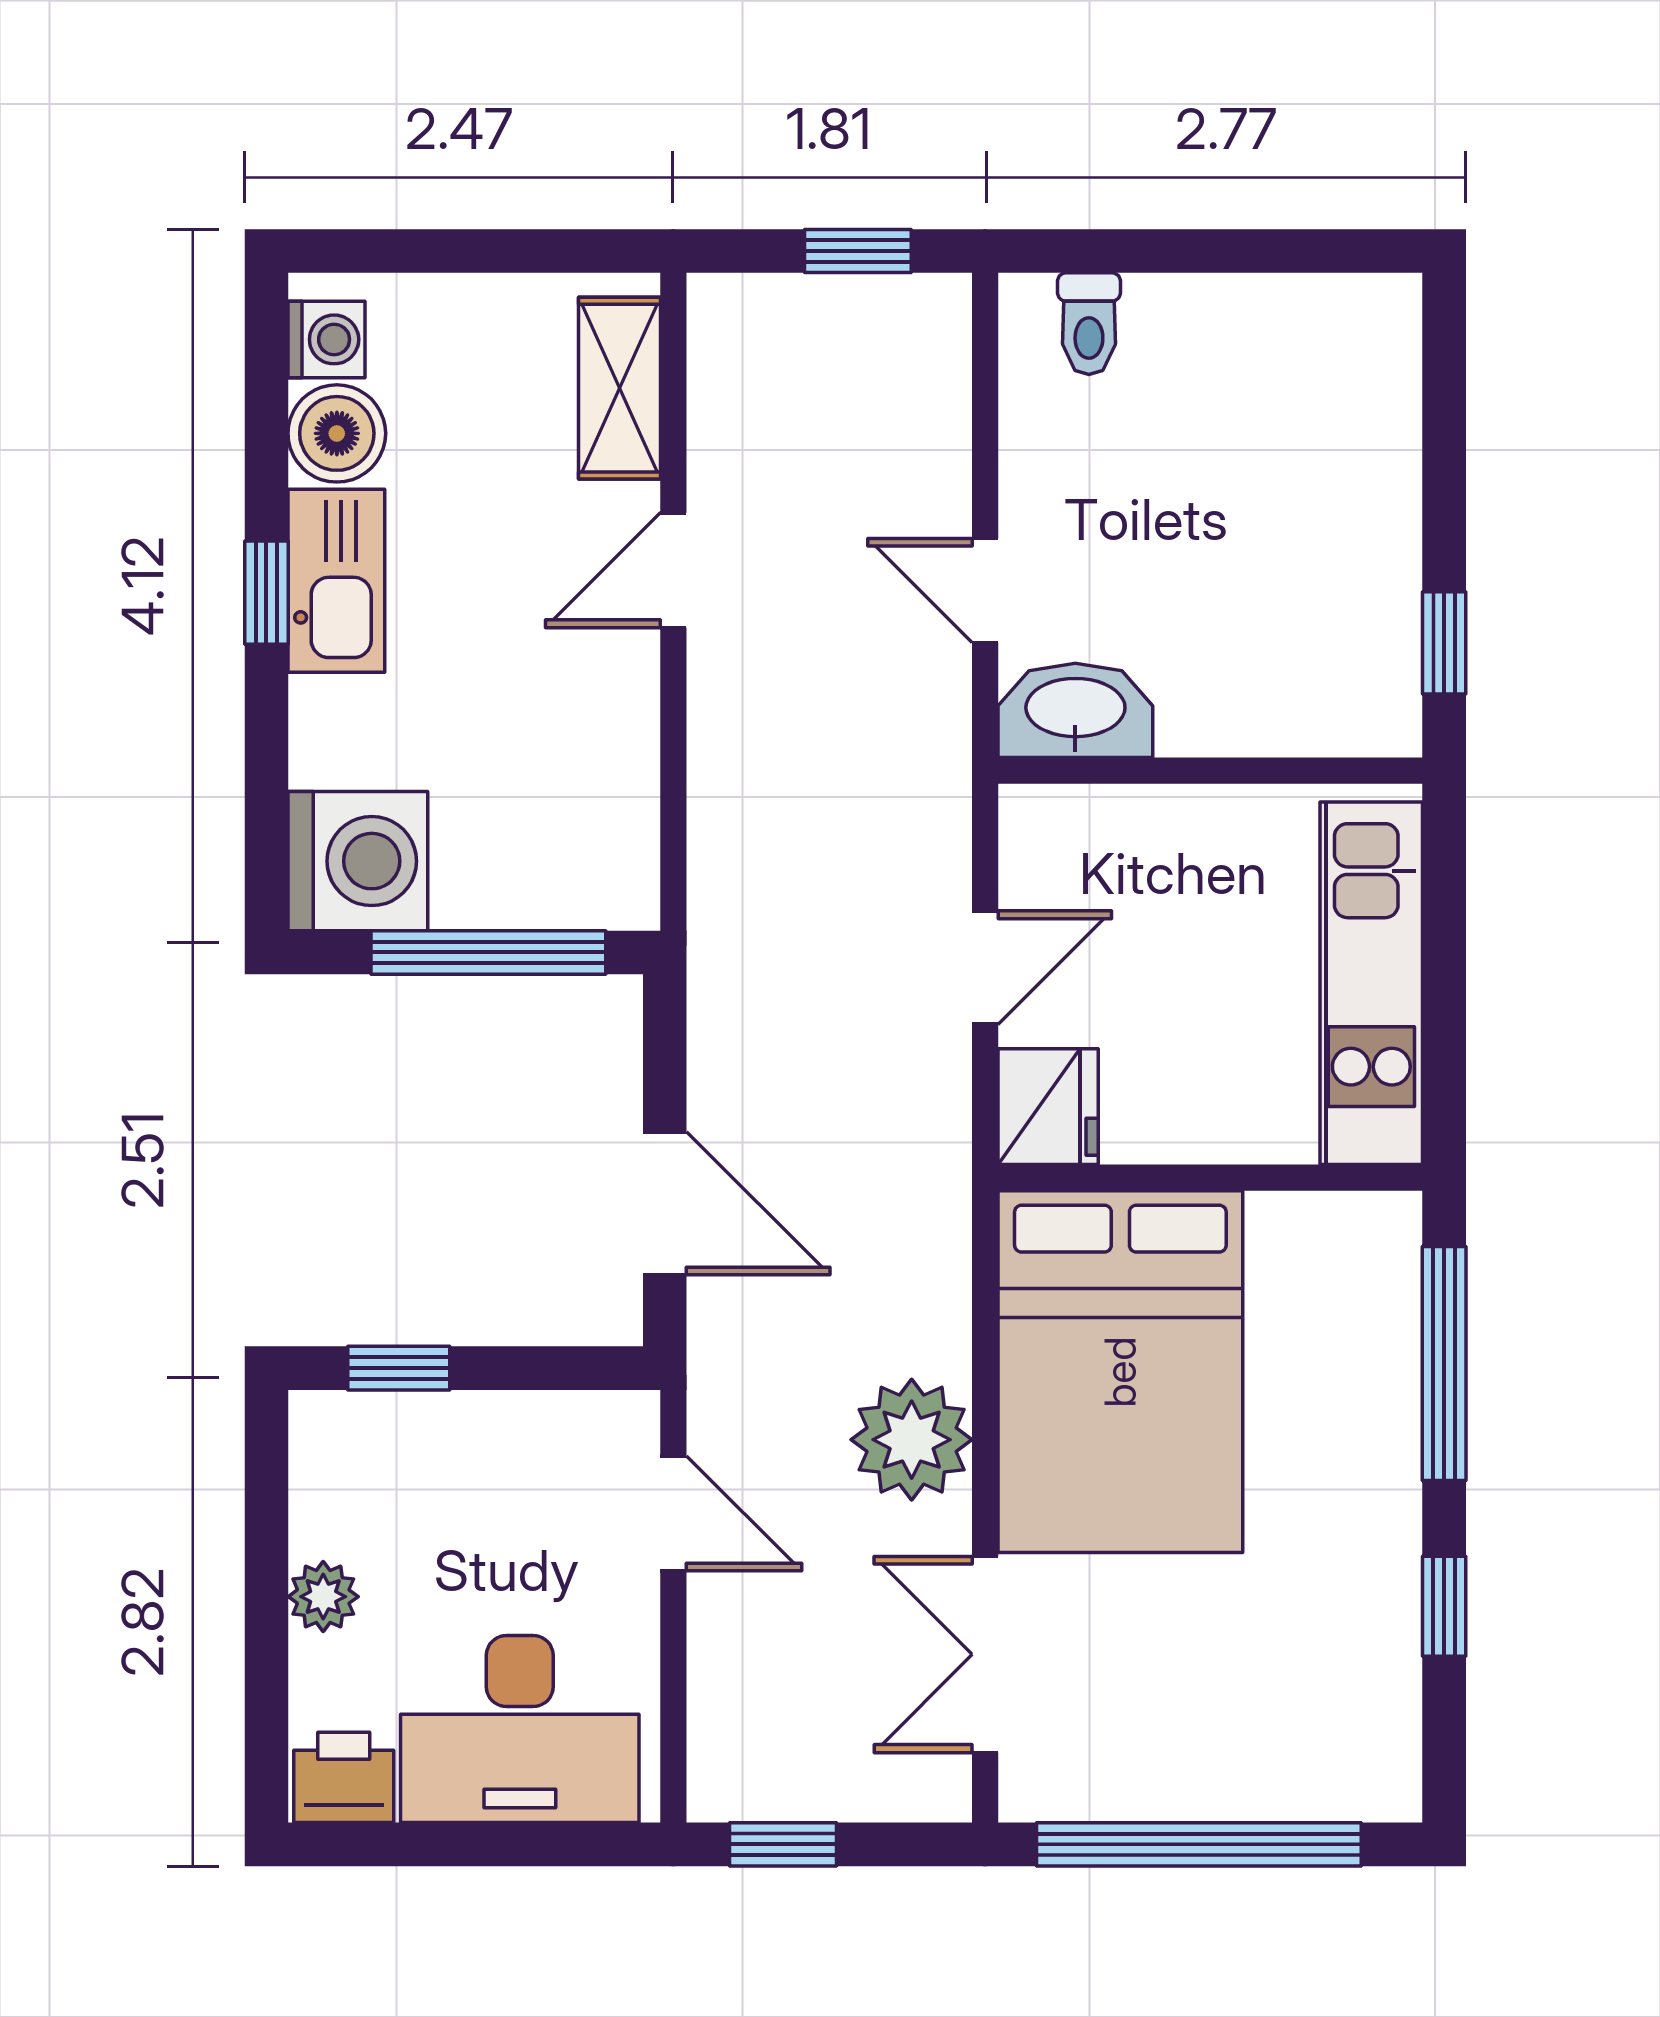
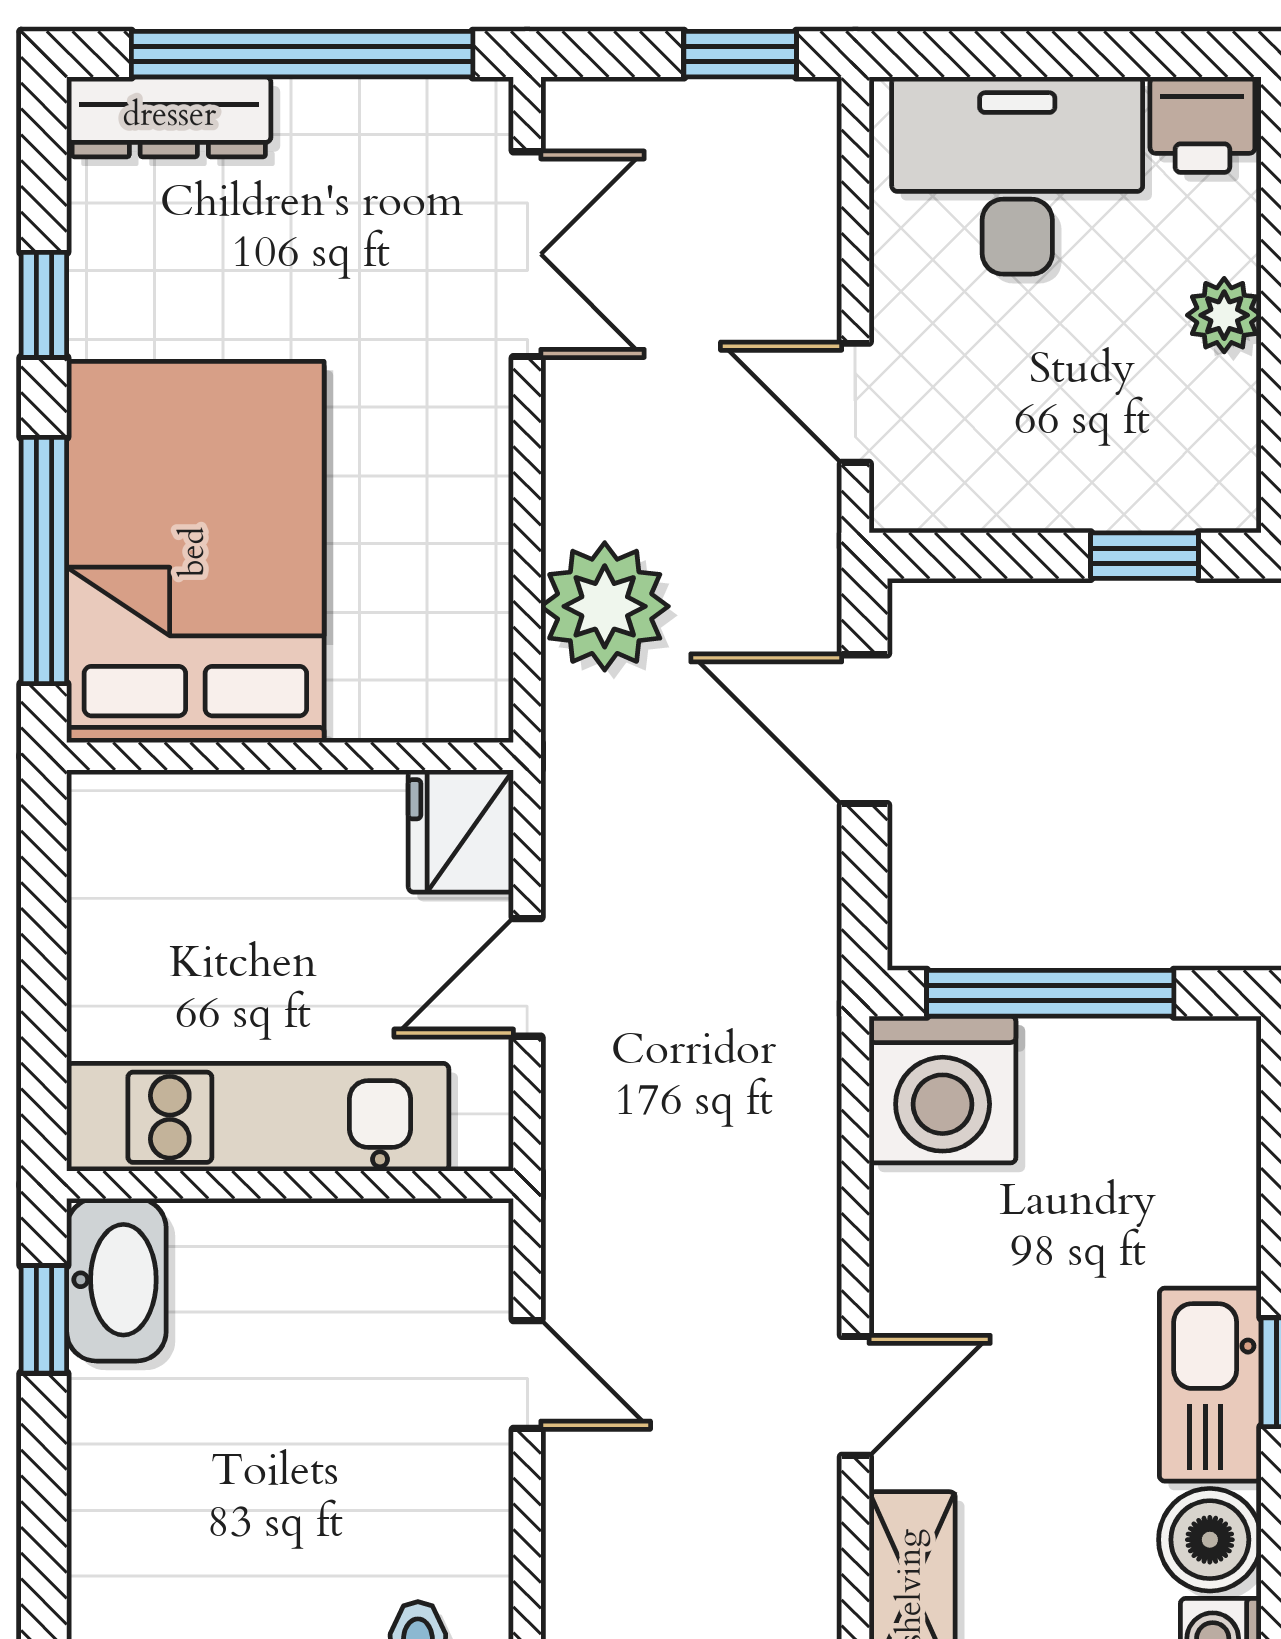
washbasin: (1075, 710) -> (116, 1280), moved, turned -90
washing machine: (358, 861) -> (943, 1090), moved, turned -90
kitchen unit: (1371, 983) -> (258, 1117), moved, turned -90
bed: (1120, 1372) -> (195, 552), moved
plant: (912, 1440) -> (605, 606), moved
dresser: (1326, 1785) -> (169, 117), added

